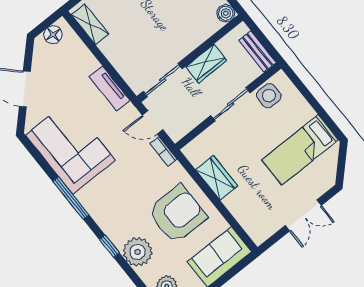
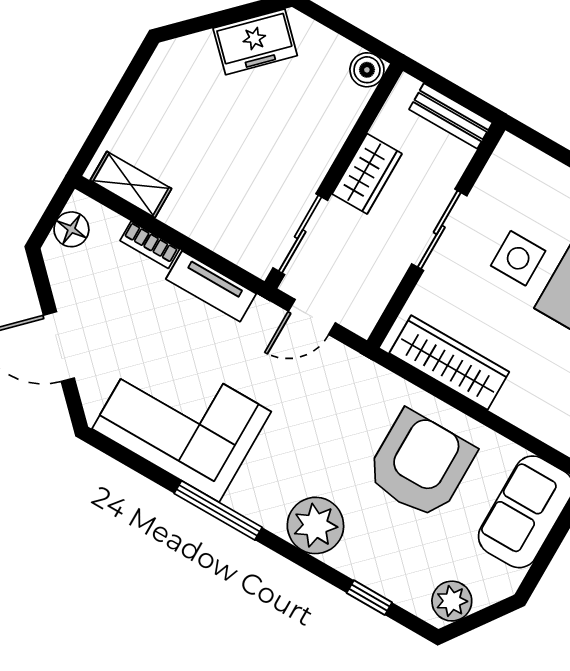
side table: (269, 96) -> (518, 258), moved
bookcase: (163, 151) -> (150, 245), moved
wardrobe: (217, 178) -> (449, 363), width x1.50
window: (109, 246) -> (369, 598), moved
plant: (138, 252) -> (315, 525), moved

